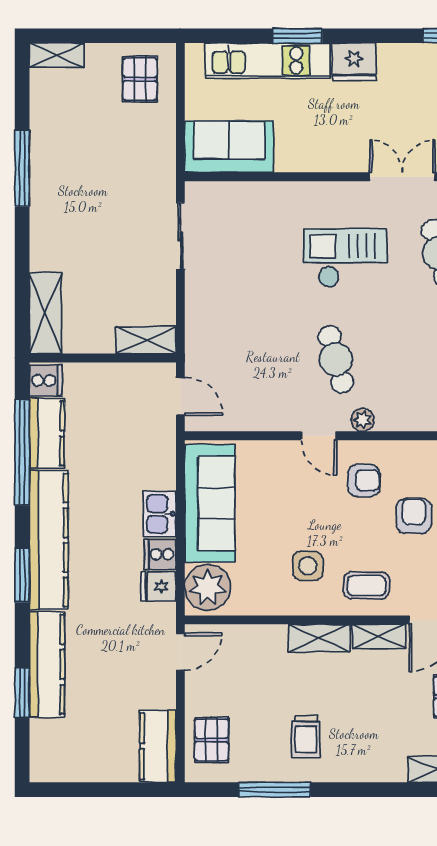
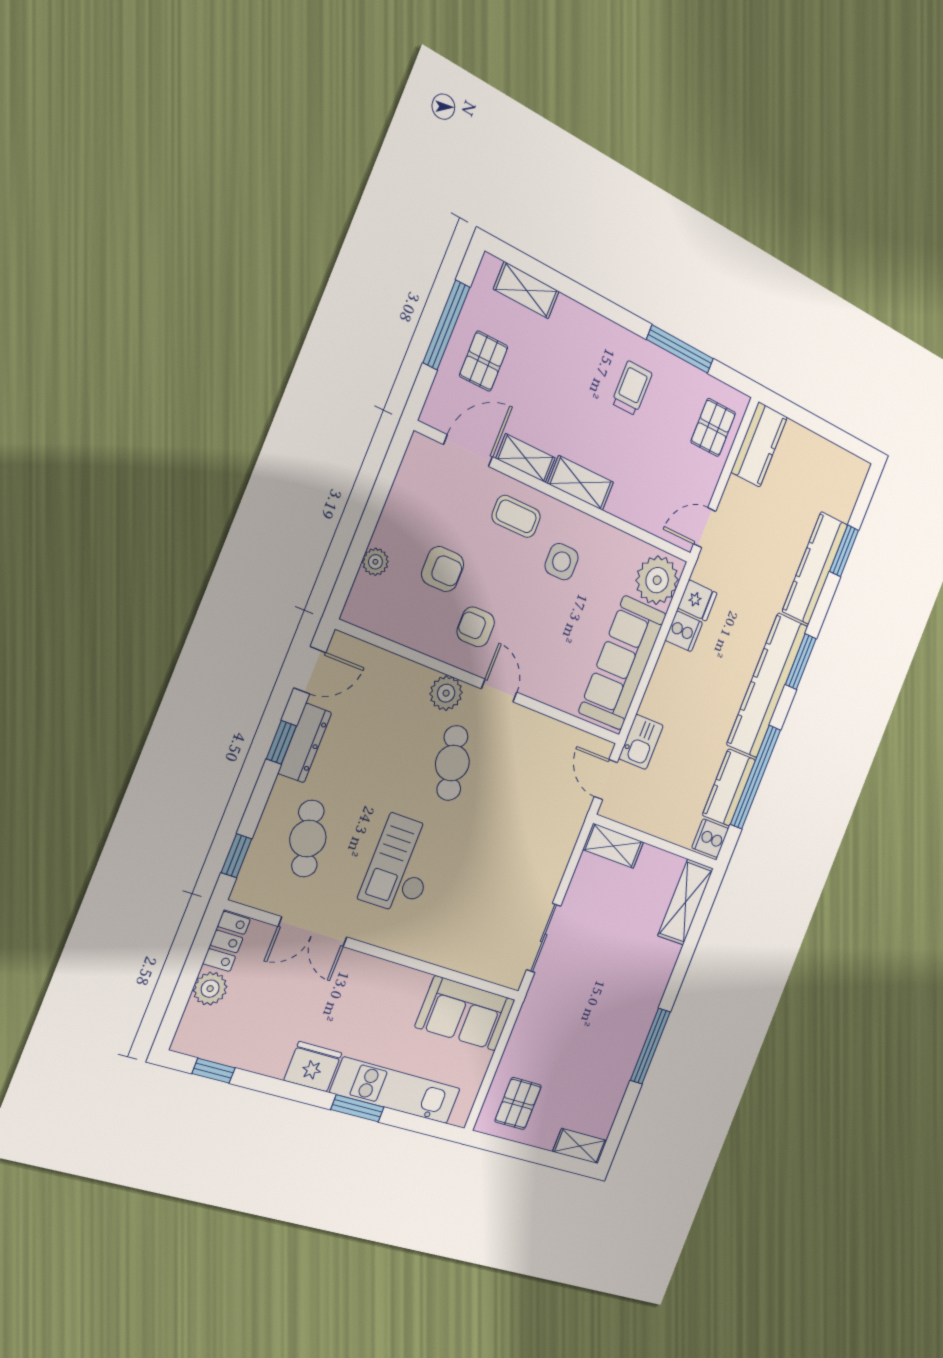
checkout: (345, 258) -> (402, 865), turned 90
plant: (363, 420) -> (446, 693), width x1.38, depth x1.38
kitchen sink: (160, 514) -> (641, 742), moved
armchair: (414, 516) -> (443, 569), turned -90

